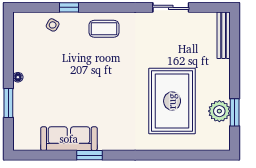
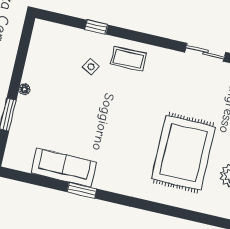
side table: (53, 25) -> (91, 67), moved

